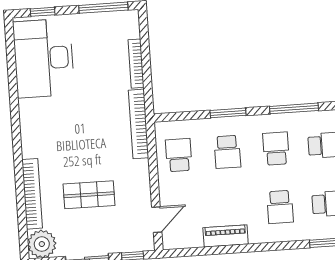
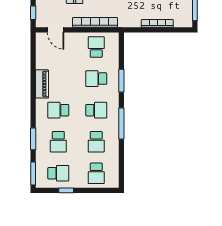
bookcase: (139, 124) -> (95, 22), moved
school desk: (179, 155) -> (96, 47), turned -90
piano: (226, 236) -> (42, 84), moved

